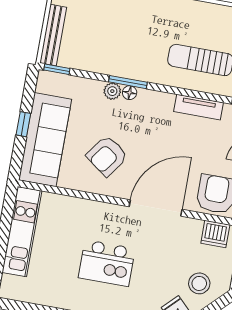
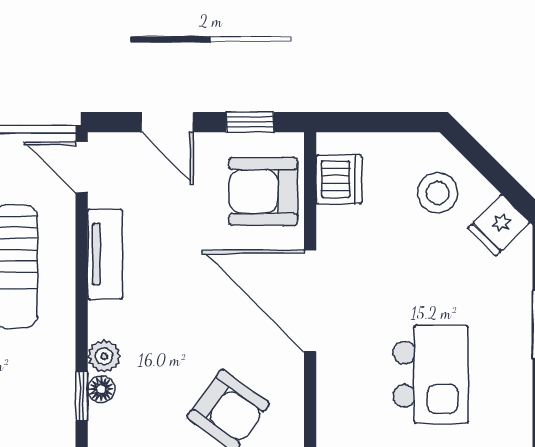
window: (128, 82) -> (82, 396), width x0.67
plant: (112, 91) -> (104, 356), moved

